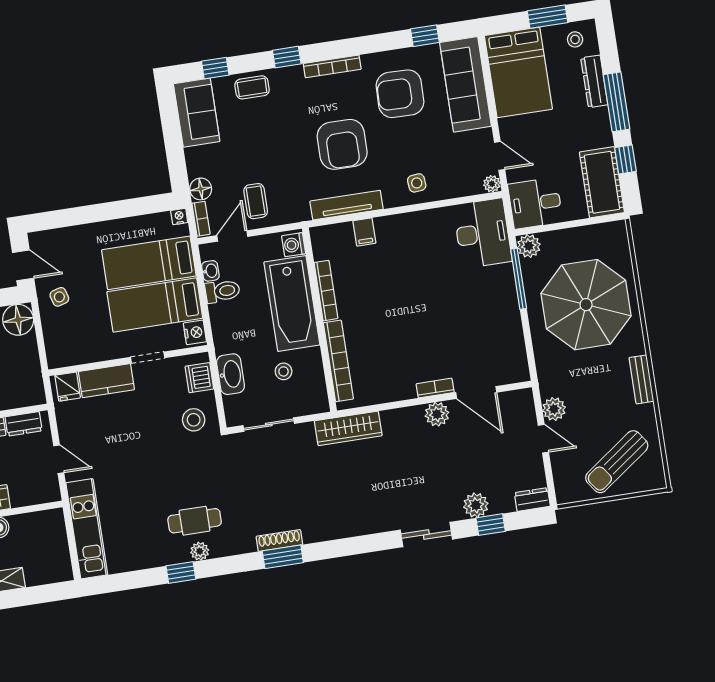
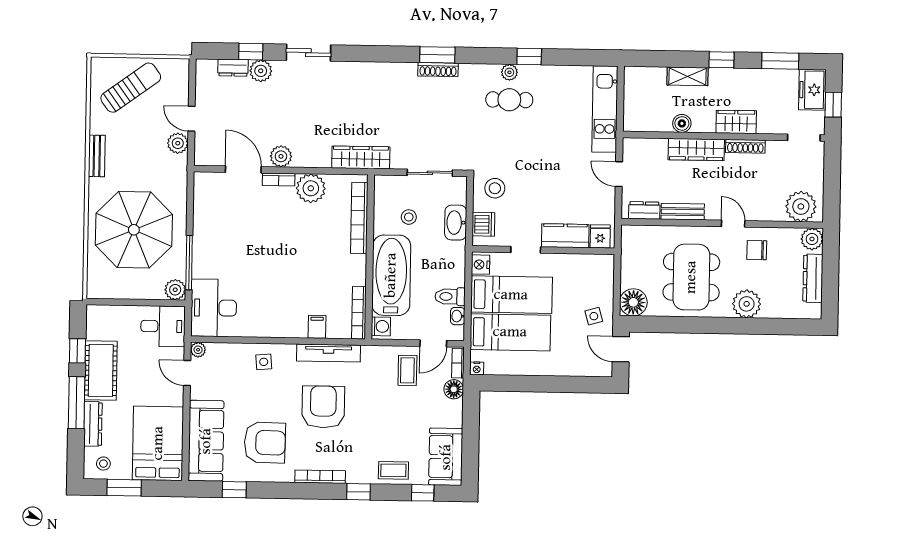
cot: (602, 182) -> (101, 370), moved
bookcase: (326, 291) -> (359, 313), moved
plant: (398, 385) -> (311, 188), added
dresser: (532, 499) -> (233, 68), moved

